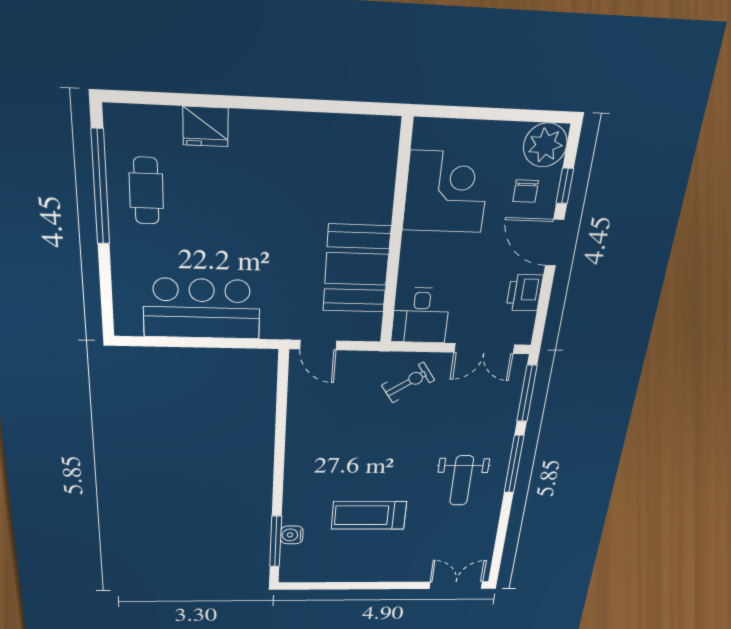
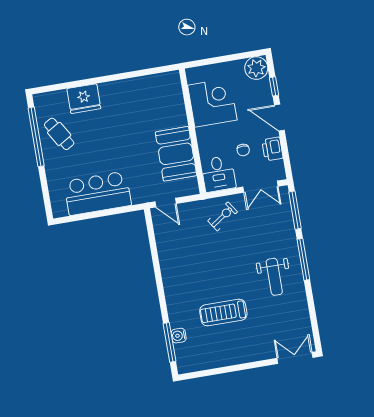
fridge: (205, 127) -> (84, 99), width x1.36, depth x1.34
cafe table: (146, 191) -> (59, 134), turned -31
chair: (526, 191) -> (243, 150), moved

